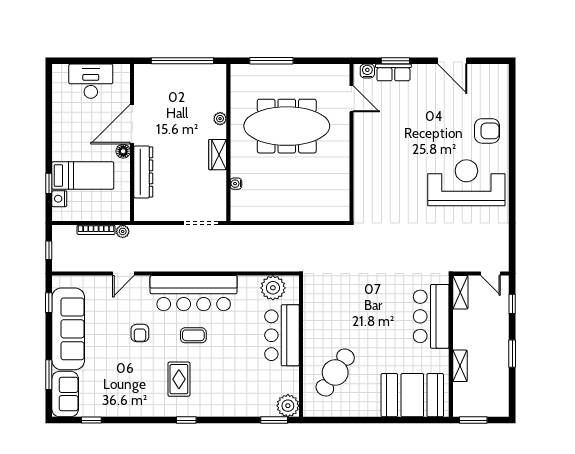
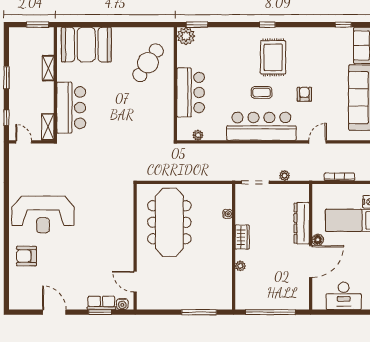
meeting table: (287, 126) -> (169, 222), moved, turned 90
plant: (123, 231) -> (285, 176), moved
plant: (273, 288) -> (198, 135), width x0.53, depth x0.53
rug: (179, 379) -> (273, 57), width x1.36, depth x1.43

